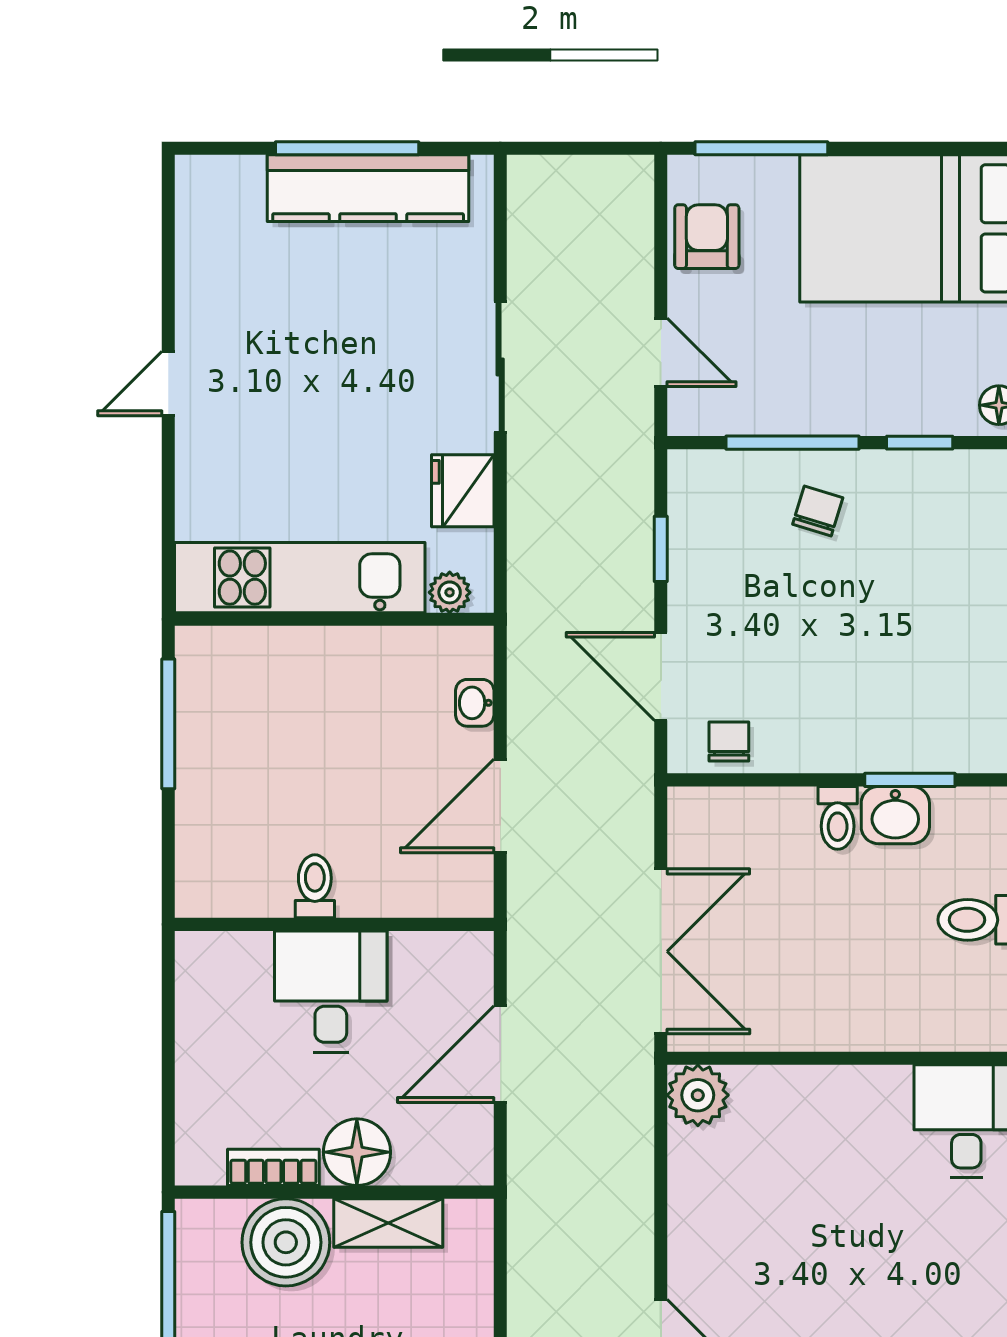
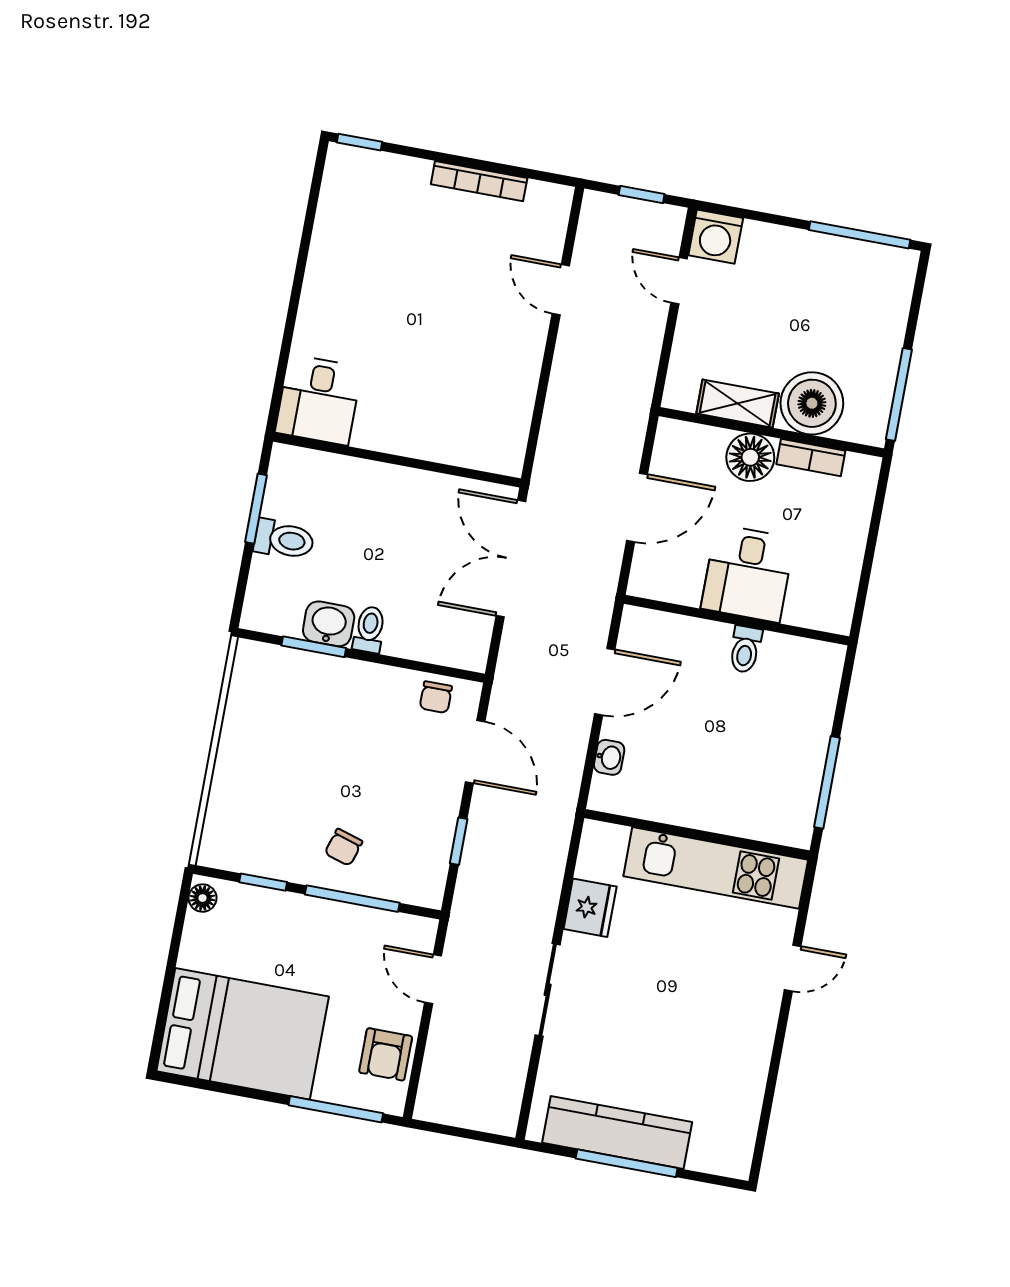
door: (168, 384) -> (793, 968), moved
plant: (450, 592) -> (612, 838), removed
plant: (698, 1095) -> (504, 453), removed

